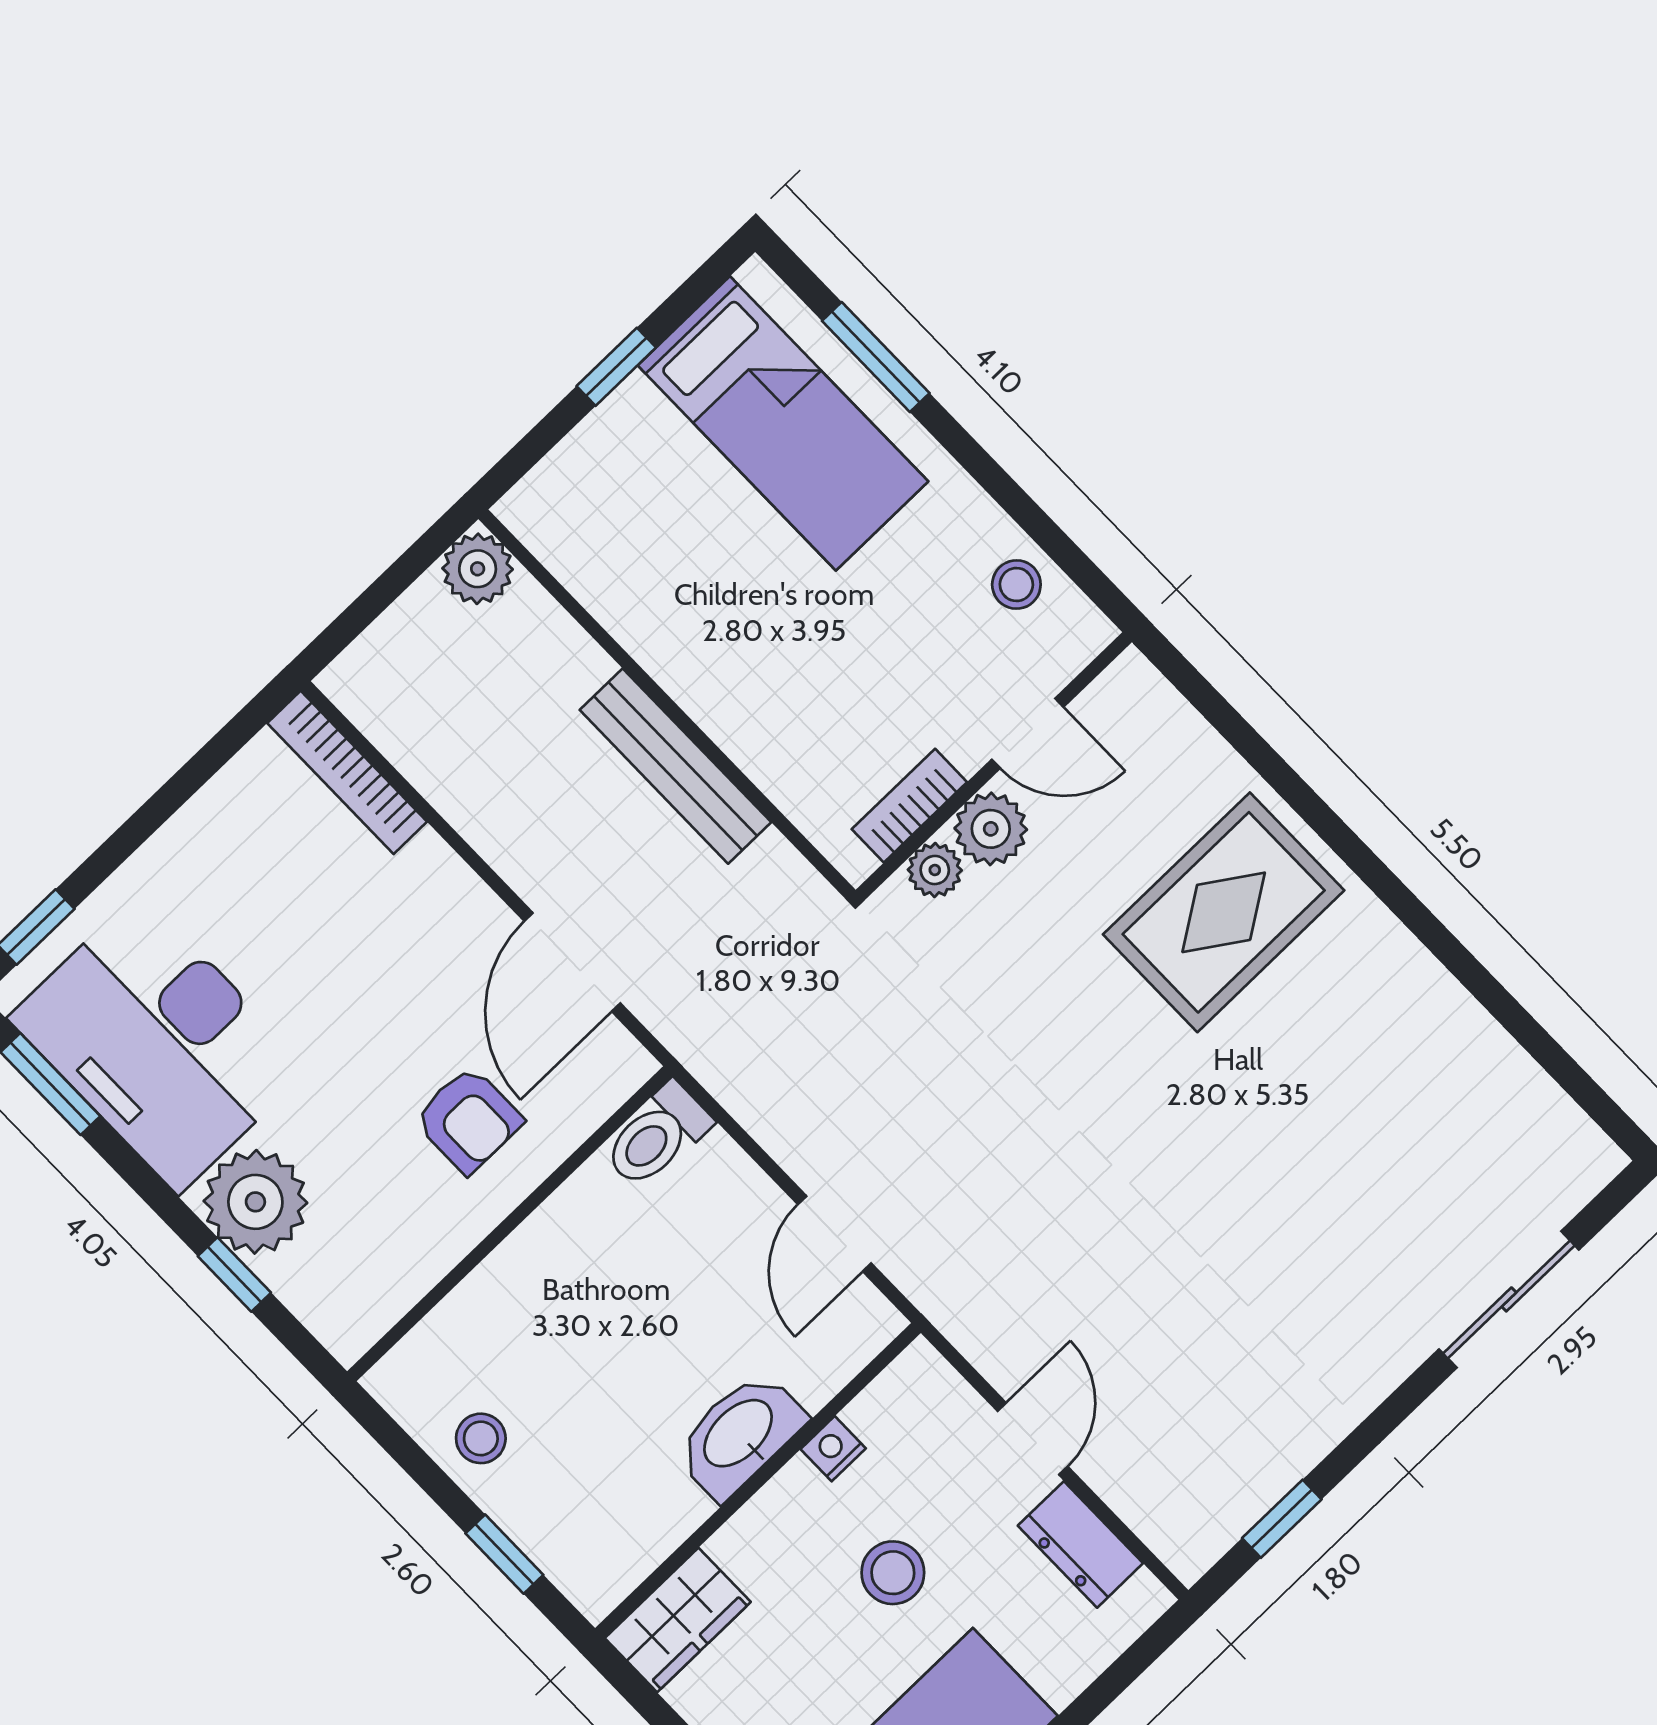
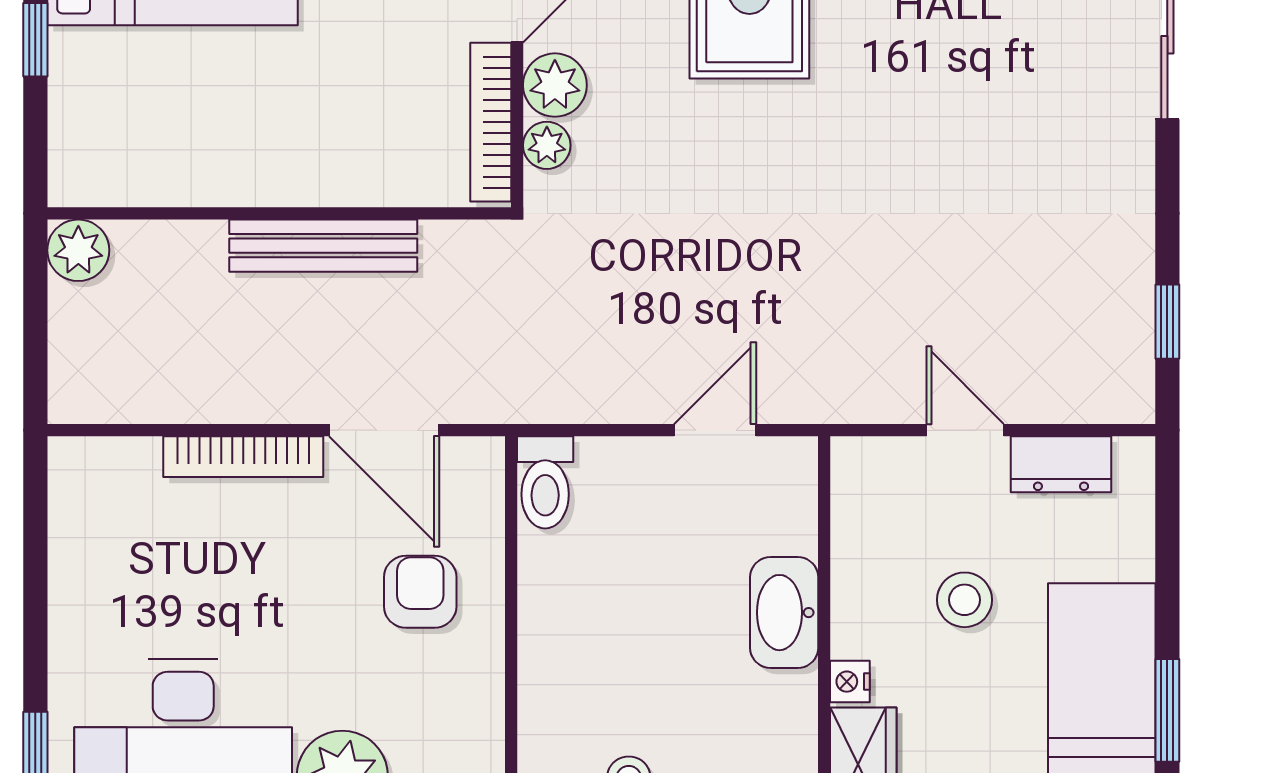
bookcase: (347, 772) -> (243, 457), moved
bookcase: (909, 806) -> (491, 122), width x1.56
armchair: (468, 1120) -> (420, 592), turned -90
door: (835, 1234) -> (715, 430), swing flipped
nightstand: (833, 1449) -> (850, 682), moved

